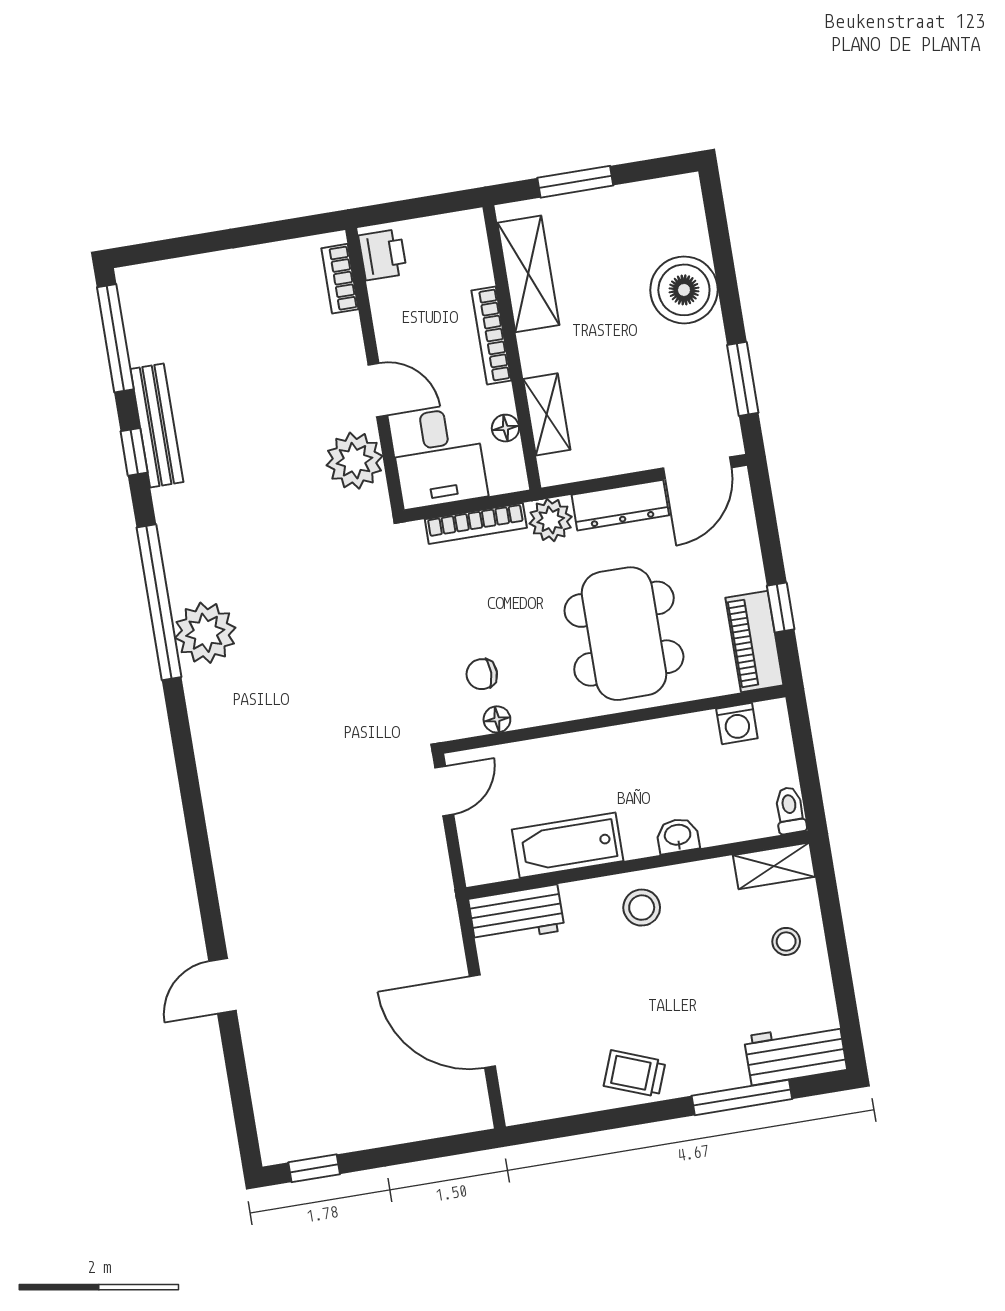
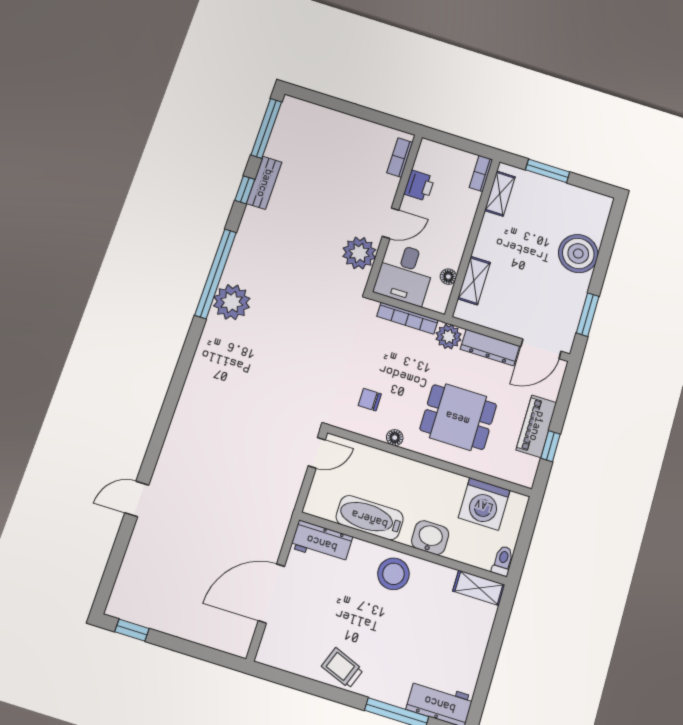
printer: (383, 255) -> (419, 186), moved
shelving: (528, 274) -> (500, 194), width x0.67, depth x0.75
bookcase: (491, 335) -> (481, 173), moved, width x0.64
door: (378, 390) -> (391, 223), hinge flipped
bench: (157, 426) -> (264, 183), width x0.73
dining table: (624, 634) -> (458, 417), width x0.73
piano: (754, 642) -> (536, 426), moved
floor lamp: (497, 719) -> (395, 438), moved
washing machine: (737, 724) -> (484, 504), width x1.89, depth x1.89
washbasin: (678, 836) -> (430, 538), width x1.38, depth x1.45
stool: (642, 908) -> (393, 574), width x1.38, depth x1.38
stool: (786, 941) -> (465, 635), removed
door: (482, 1021) -> (271, 593), hinge flipped

